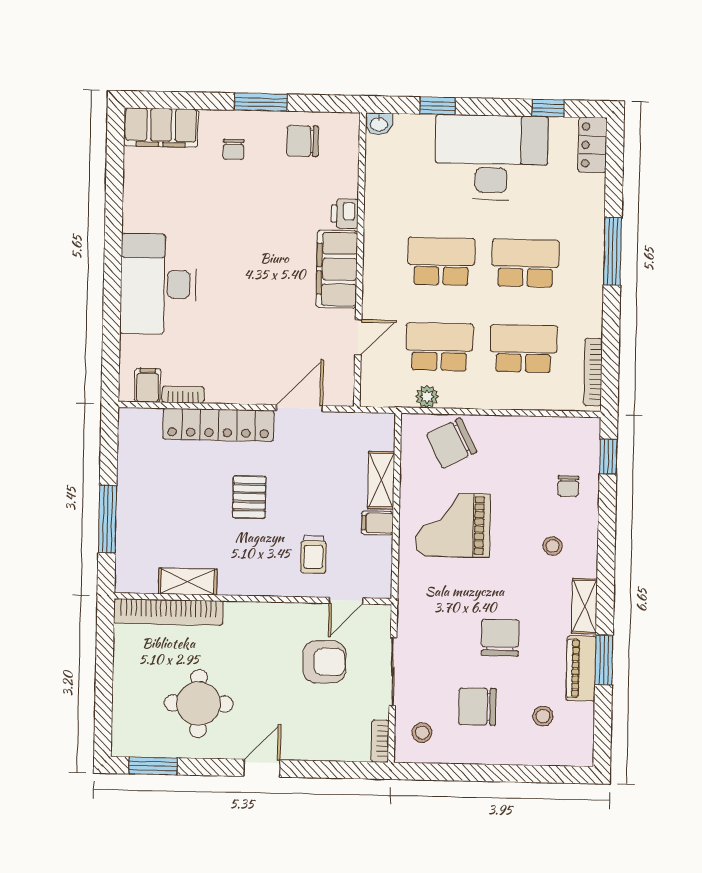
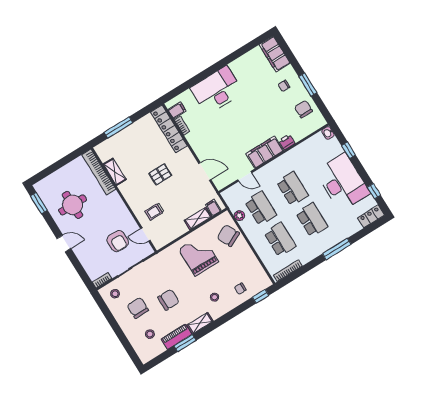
locker: (218, 425) -> (169, 129), moved
filing cabinet: (377, 523) -> (213, 208), moved

